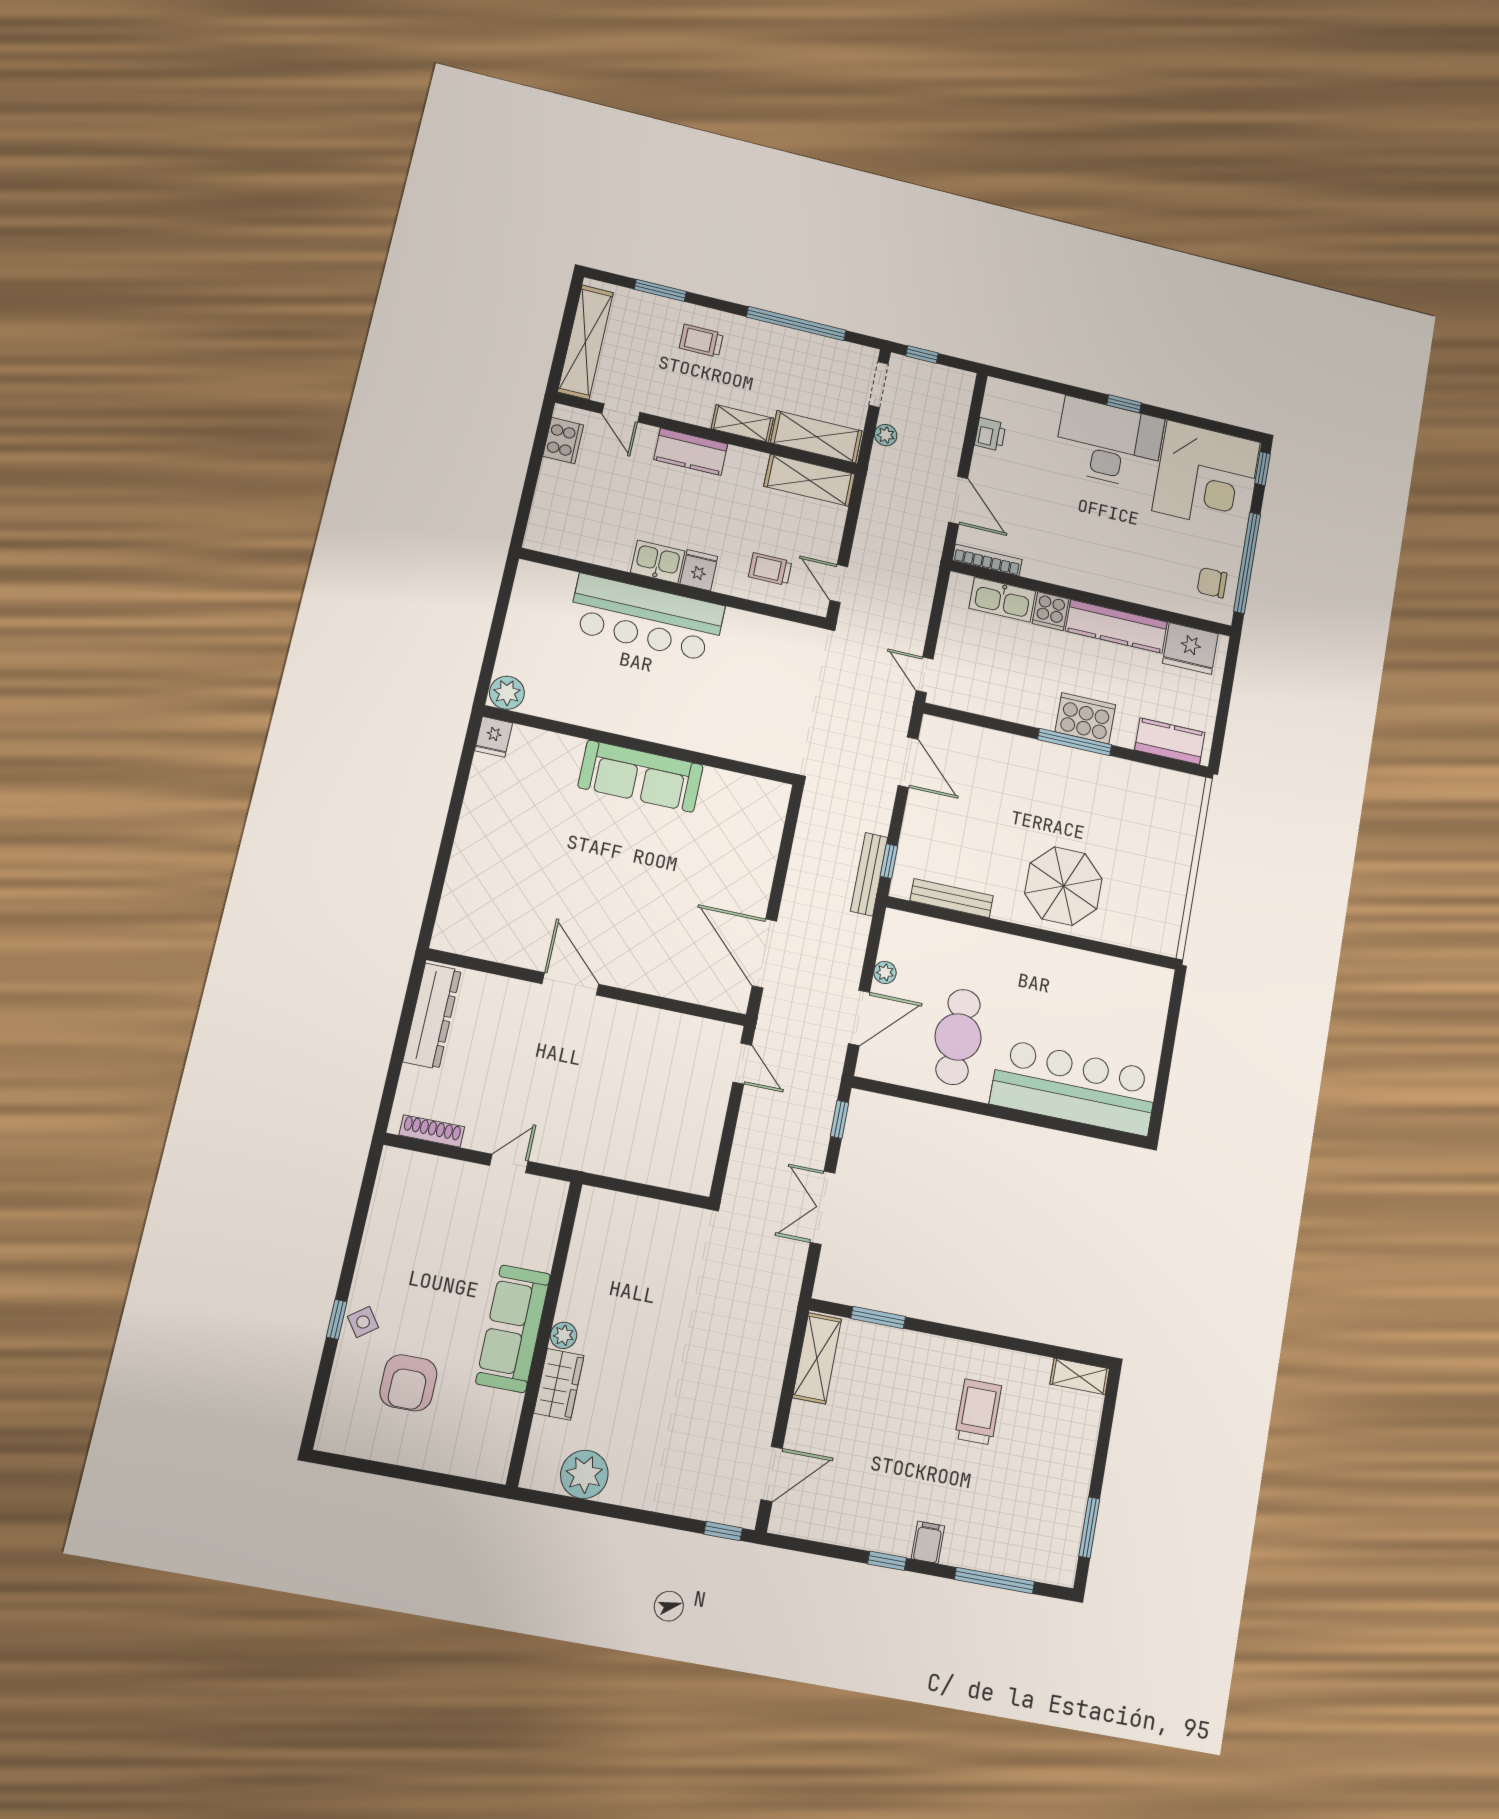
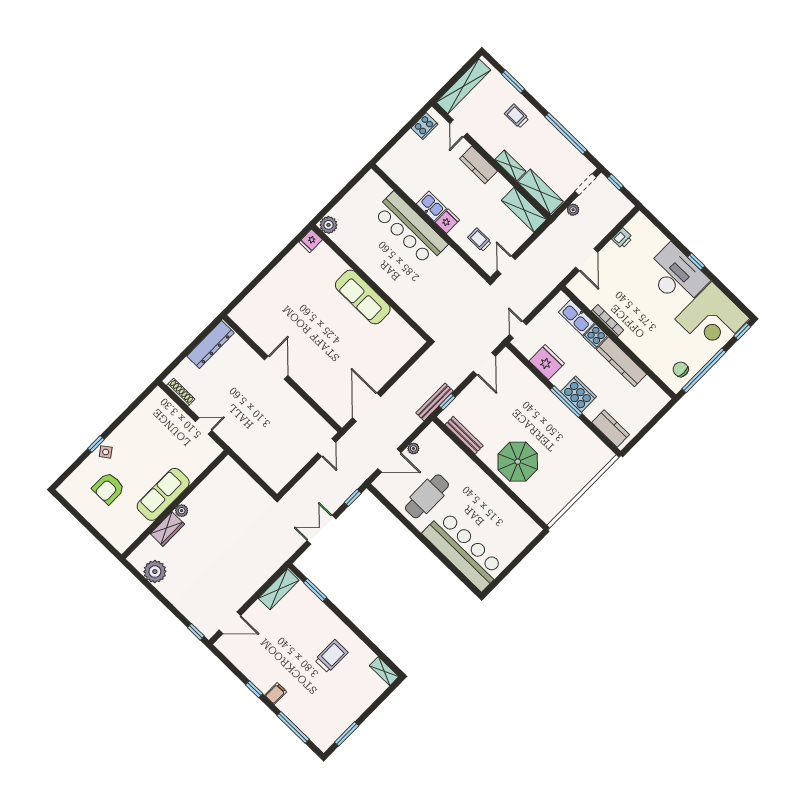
bookcase: (987, 560) -> (608, 321), moved
fridge: (1190, 648) -> (547, 362), moved, turned 180

